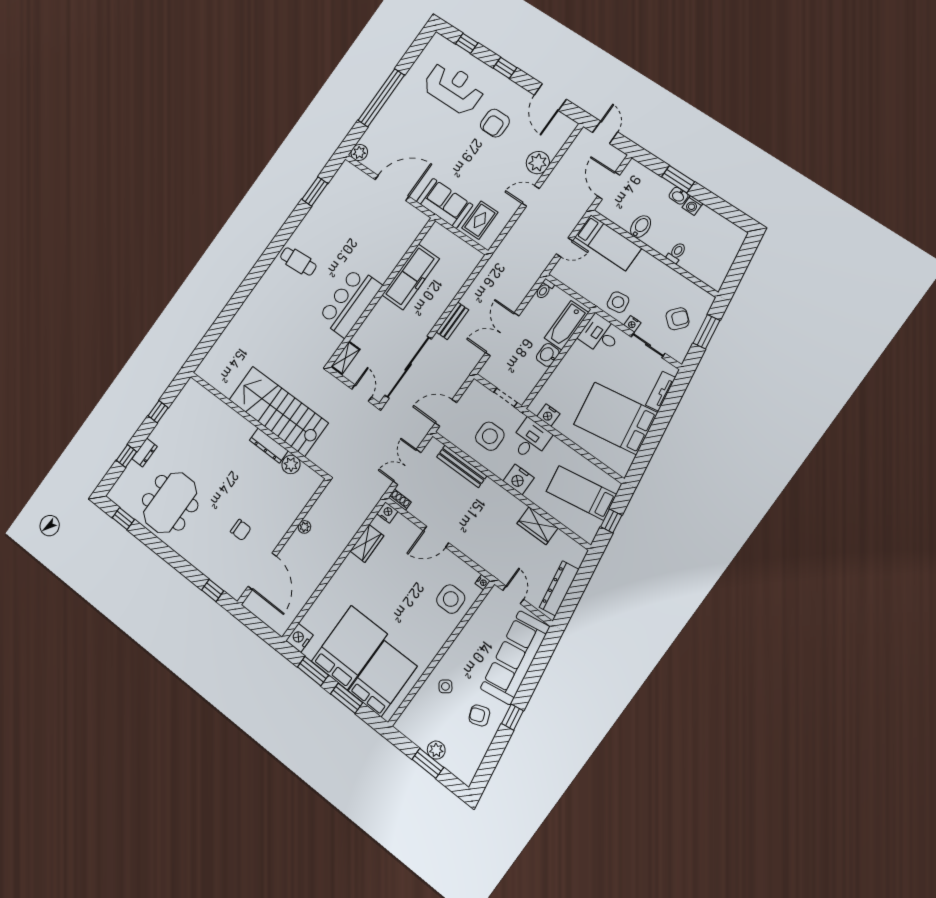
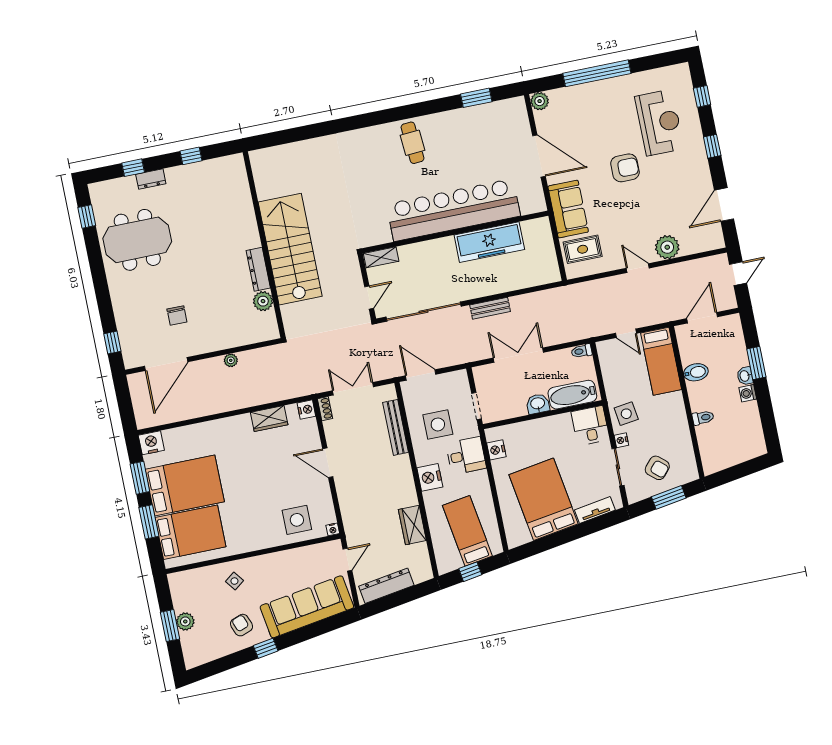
armchair: (495, 123) -> (625, 168), moved, turned 180
bar counter: (350, 302) -> (453, 210), width x1.86

